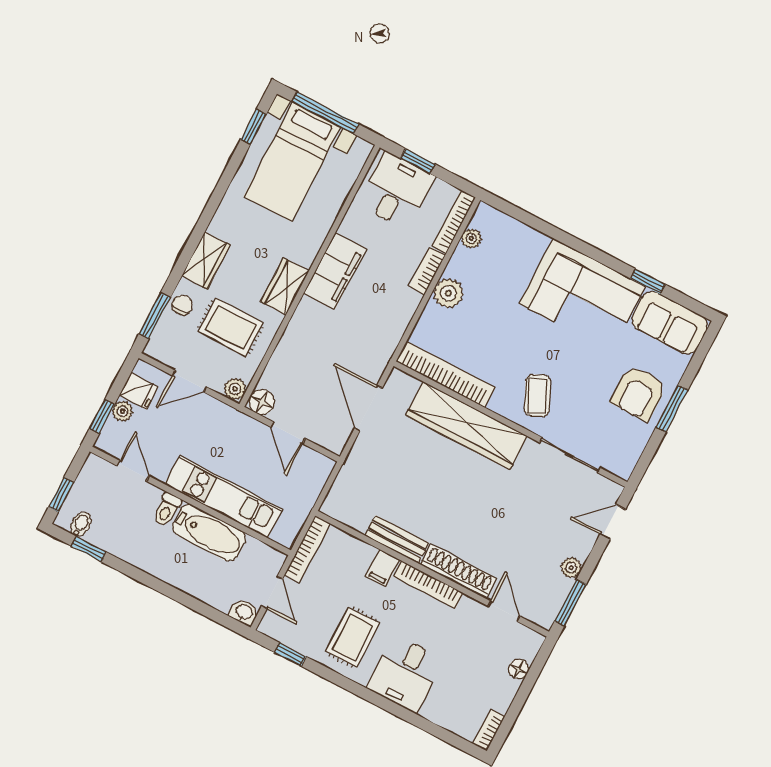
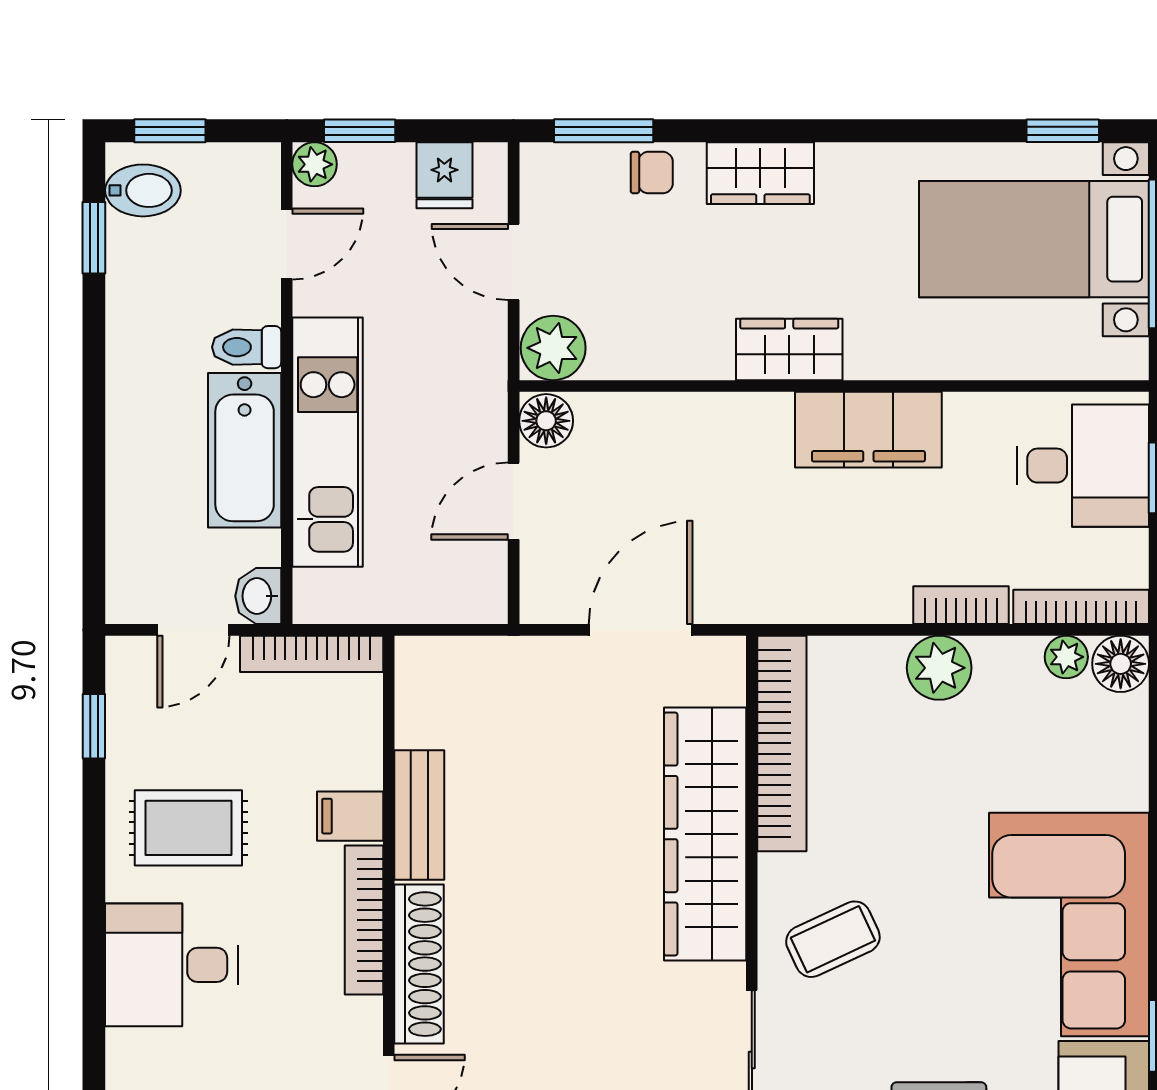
floor lamp: (486, 218) -> (1121, 664), added
rug: (231, 327) -> (657, 287), removed
plant: (235, 389) -> (553, 348), width x1.38, depth x1.38
plant: (122, 411) -> (315, 164), moved
bidet: (81, 524) -> (143, 190), width x1.38, depth x1.36
washbasin: (244, 612) -> (258, 596), moved, turned 180

